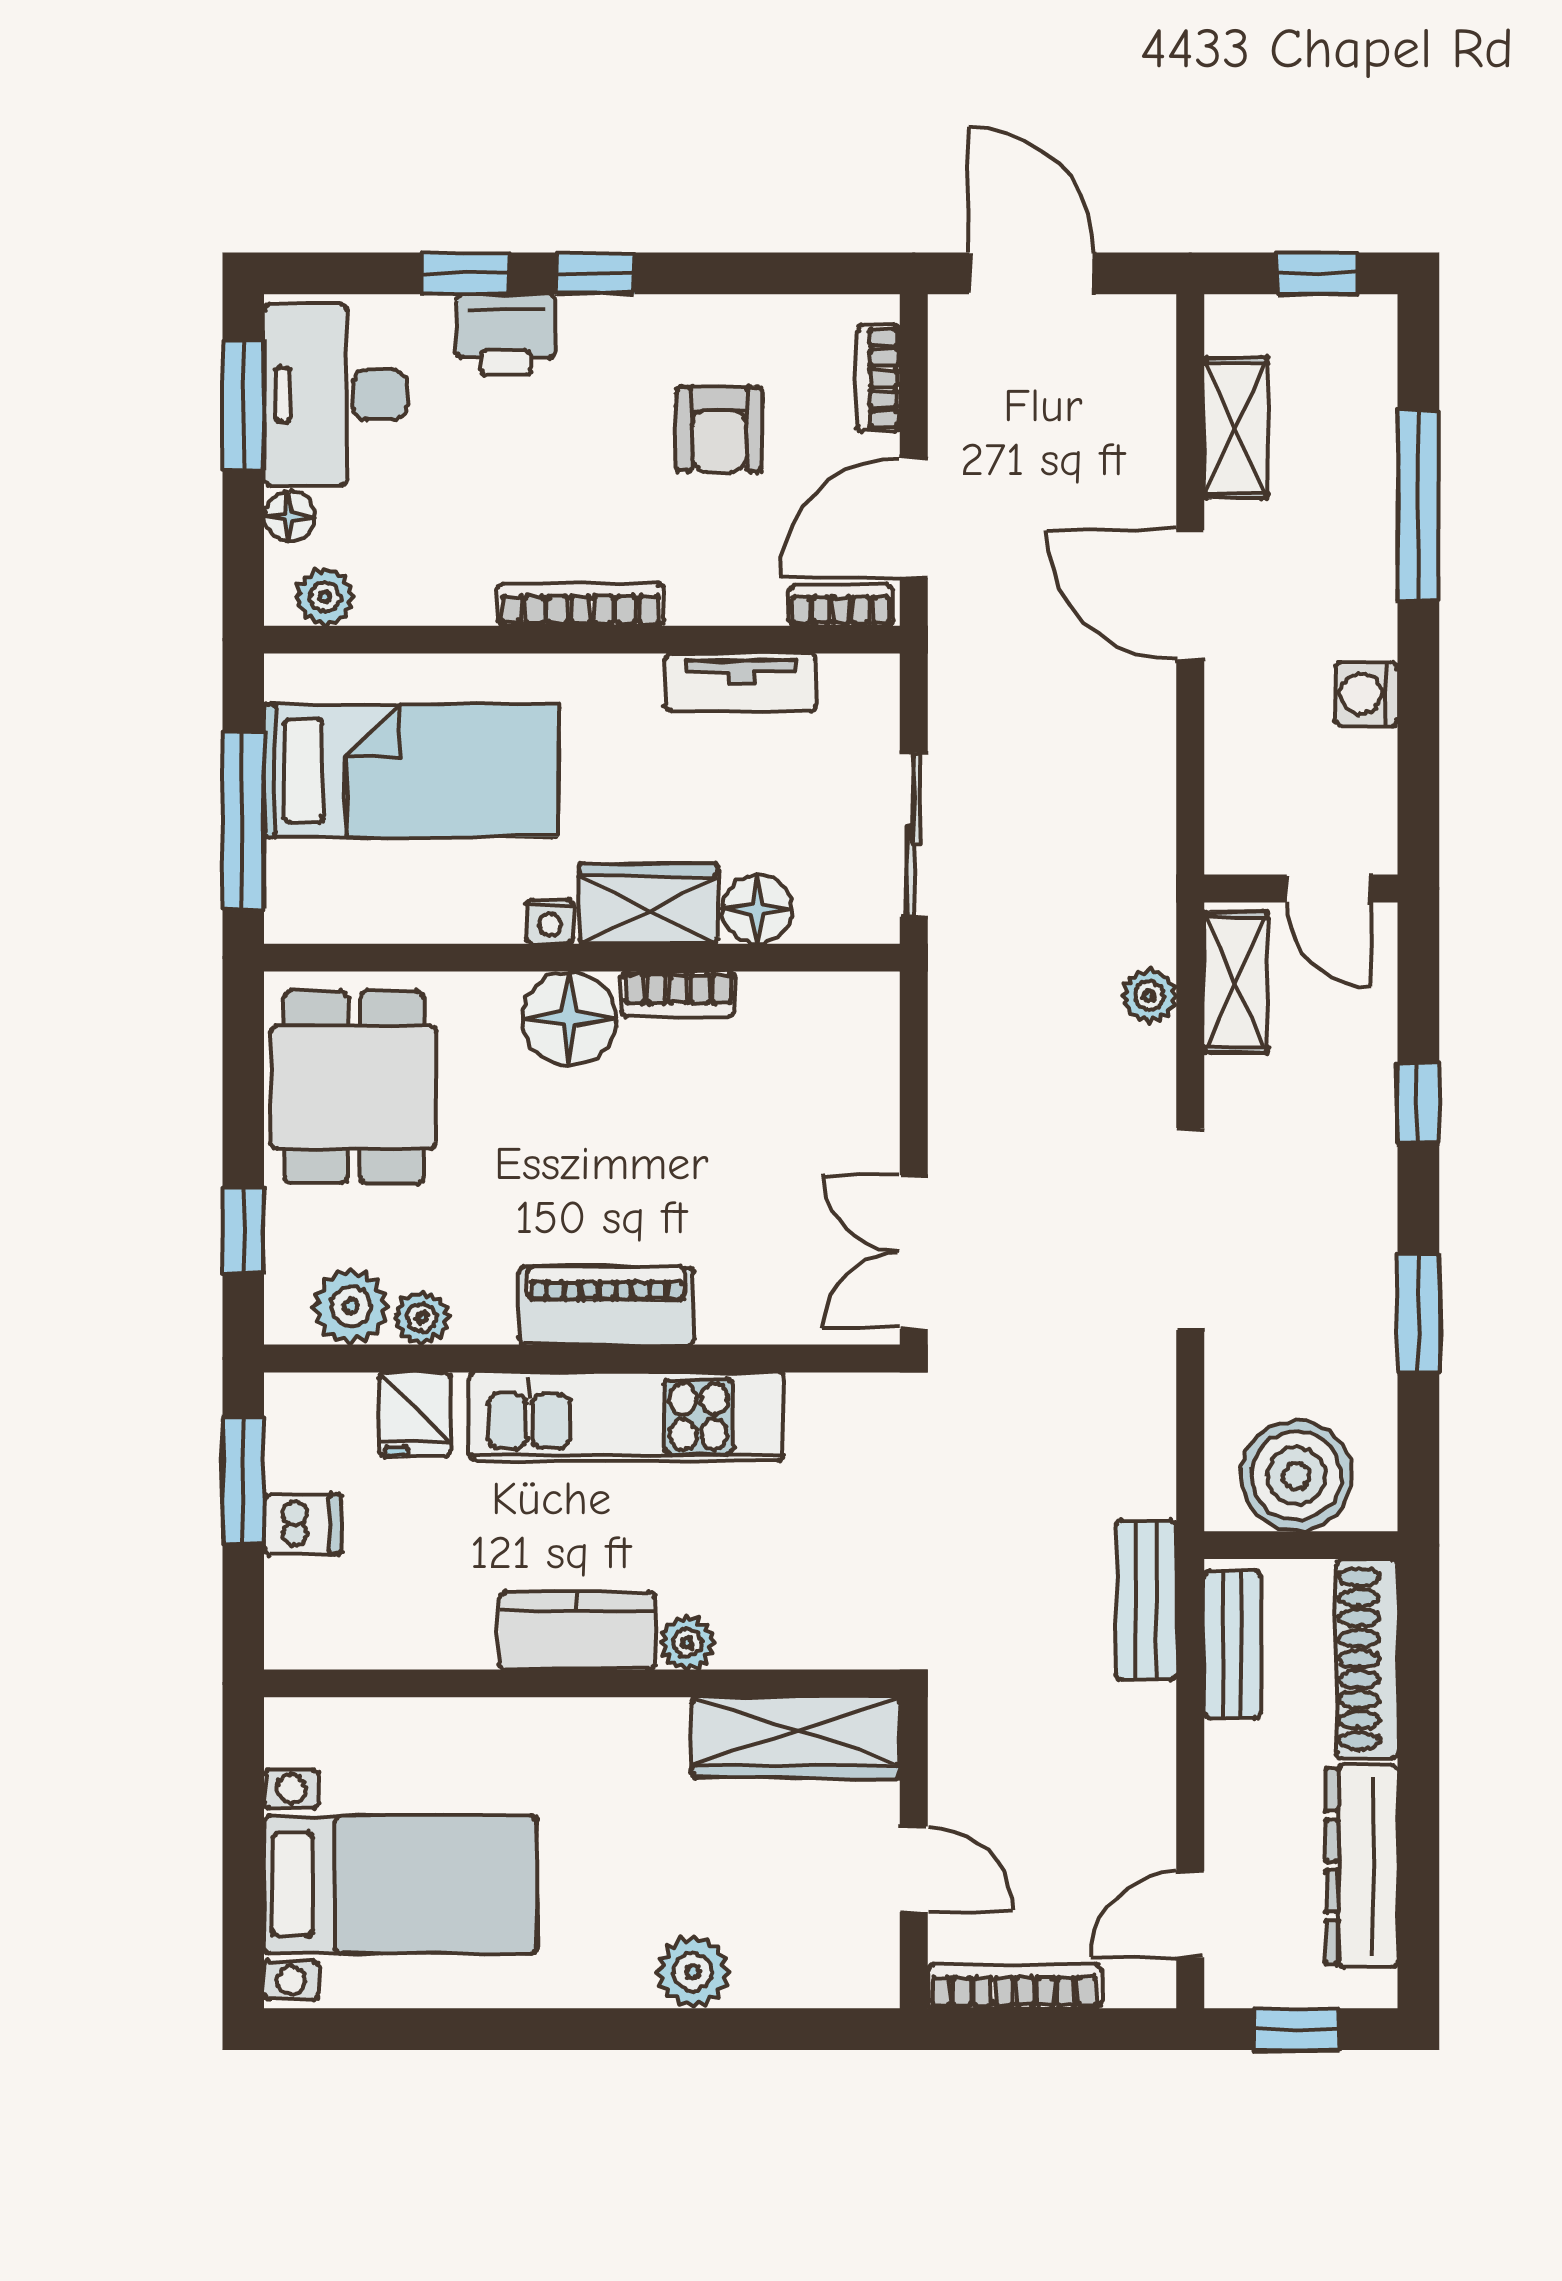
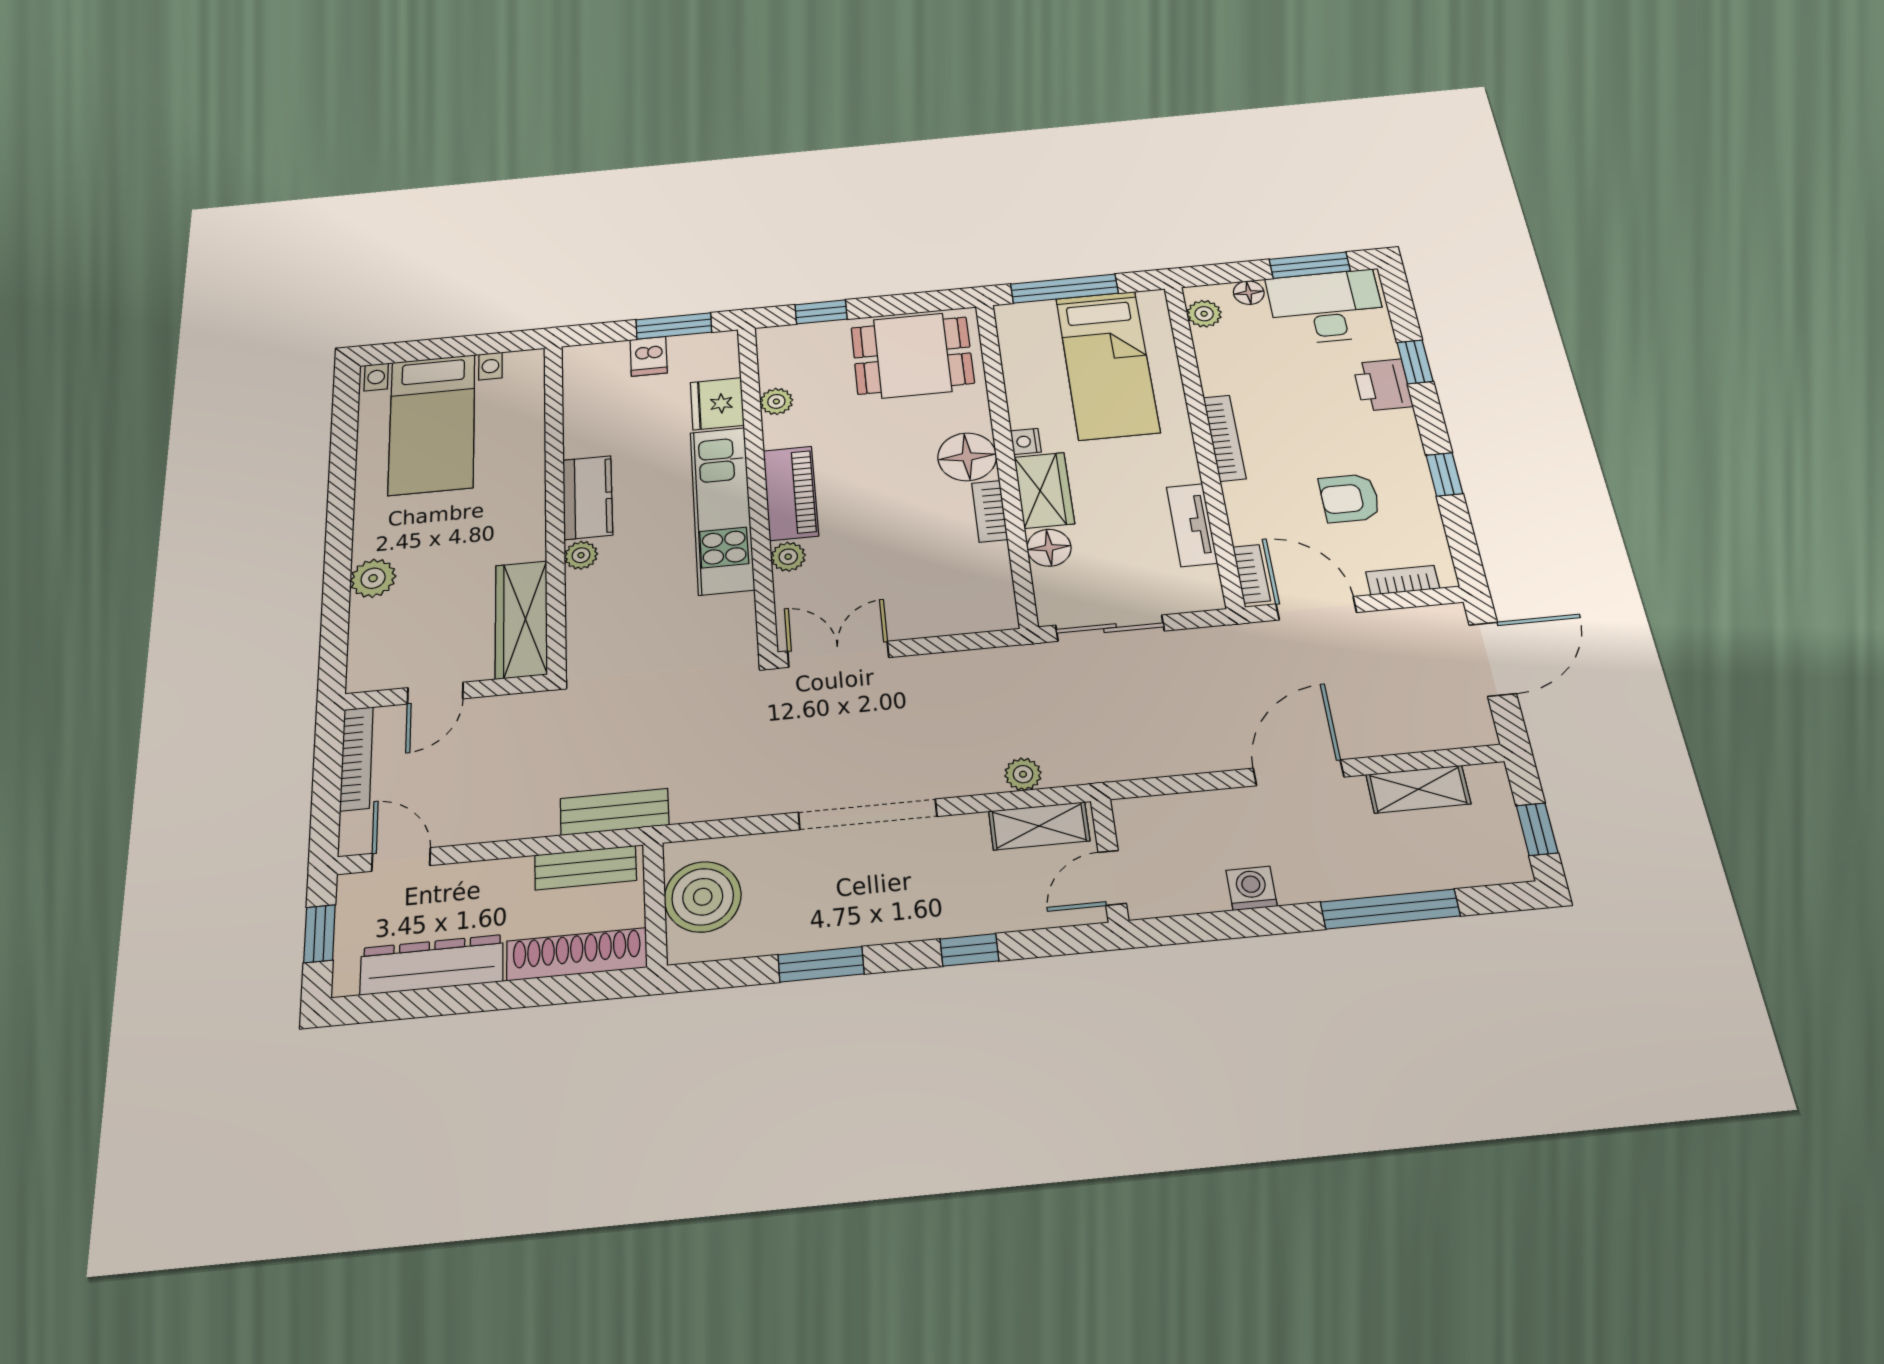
window: (595, 273) -> (1444, 474), moved
plant: (351, 1307) -> (788, 557), moved, width x0.73, depth x0.73
fridge: (415, 1414) -> (717, 404), width x1.38

